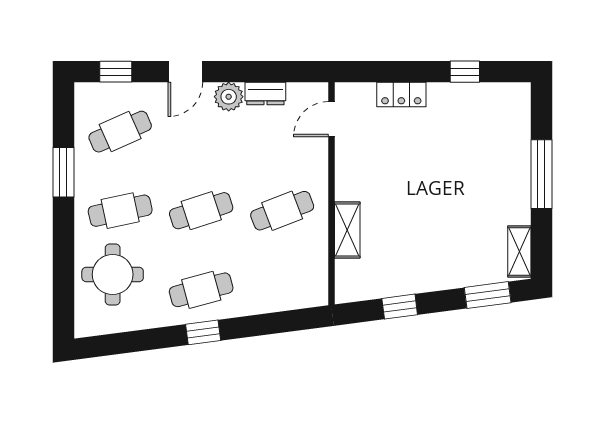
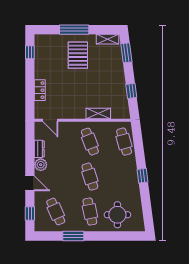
window: (465, 72) -> (30, 52), moved
pallet: (482, 183) -> (78, 55), added
cafe table: (201, 290) -> (124, 142), moved

